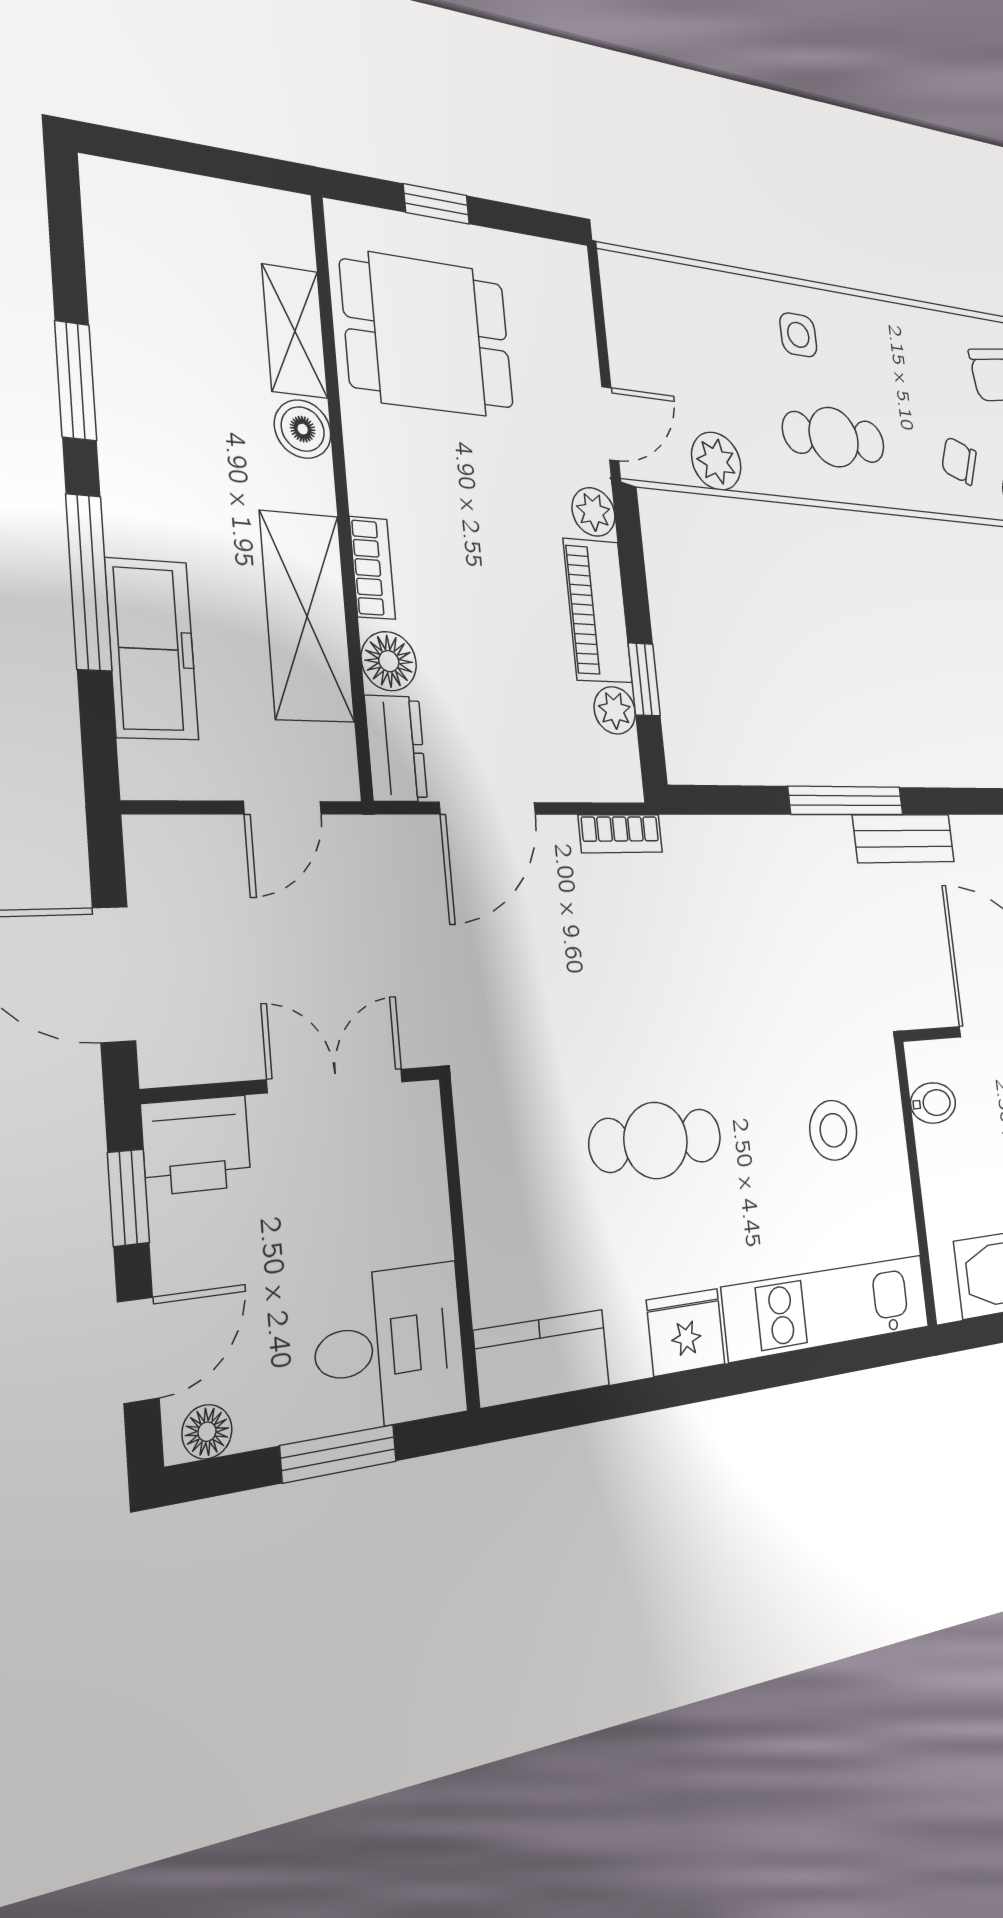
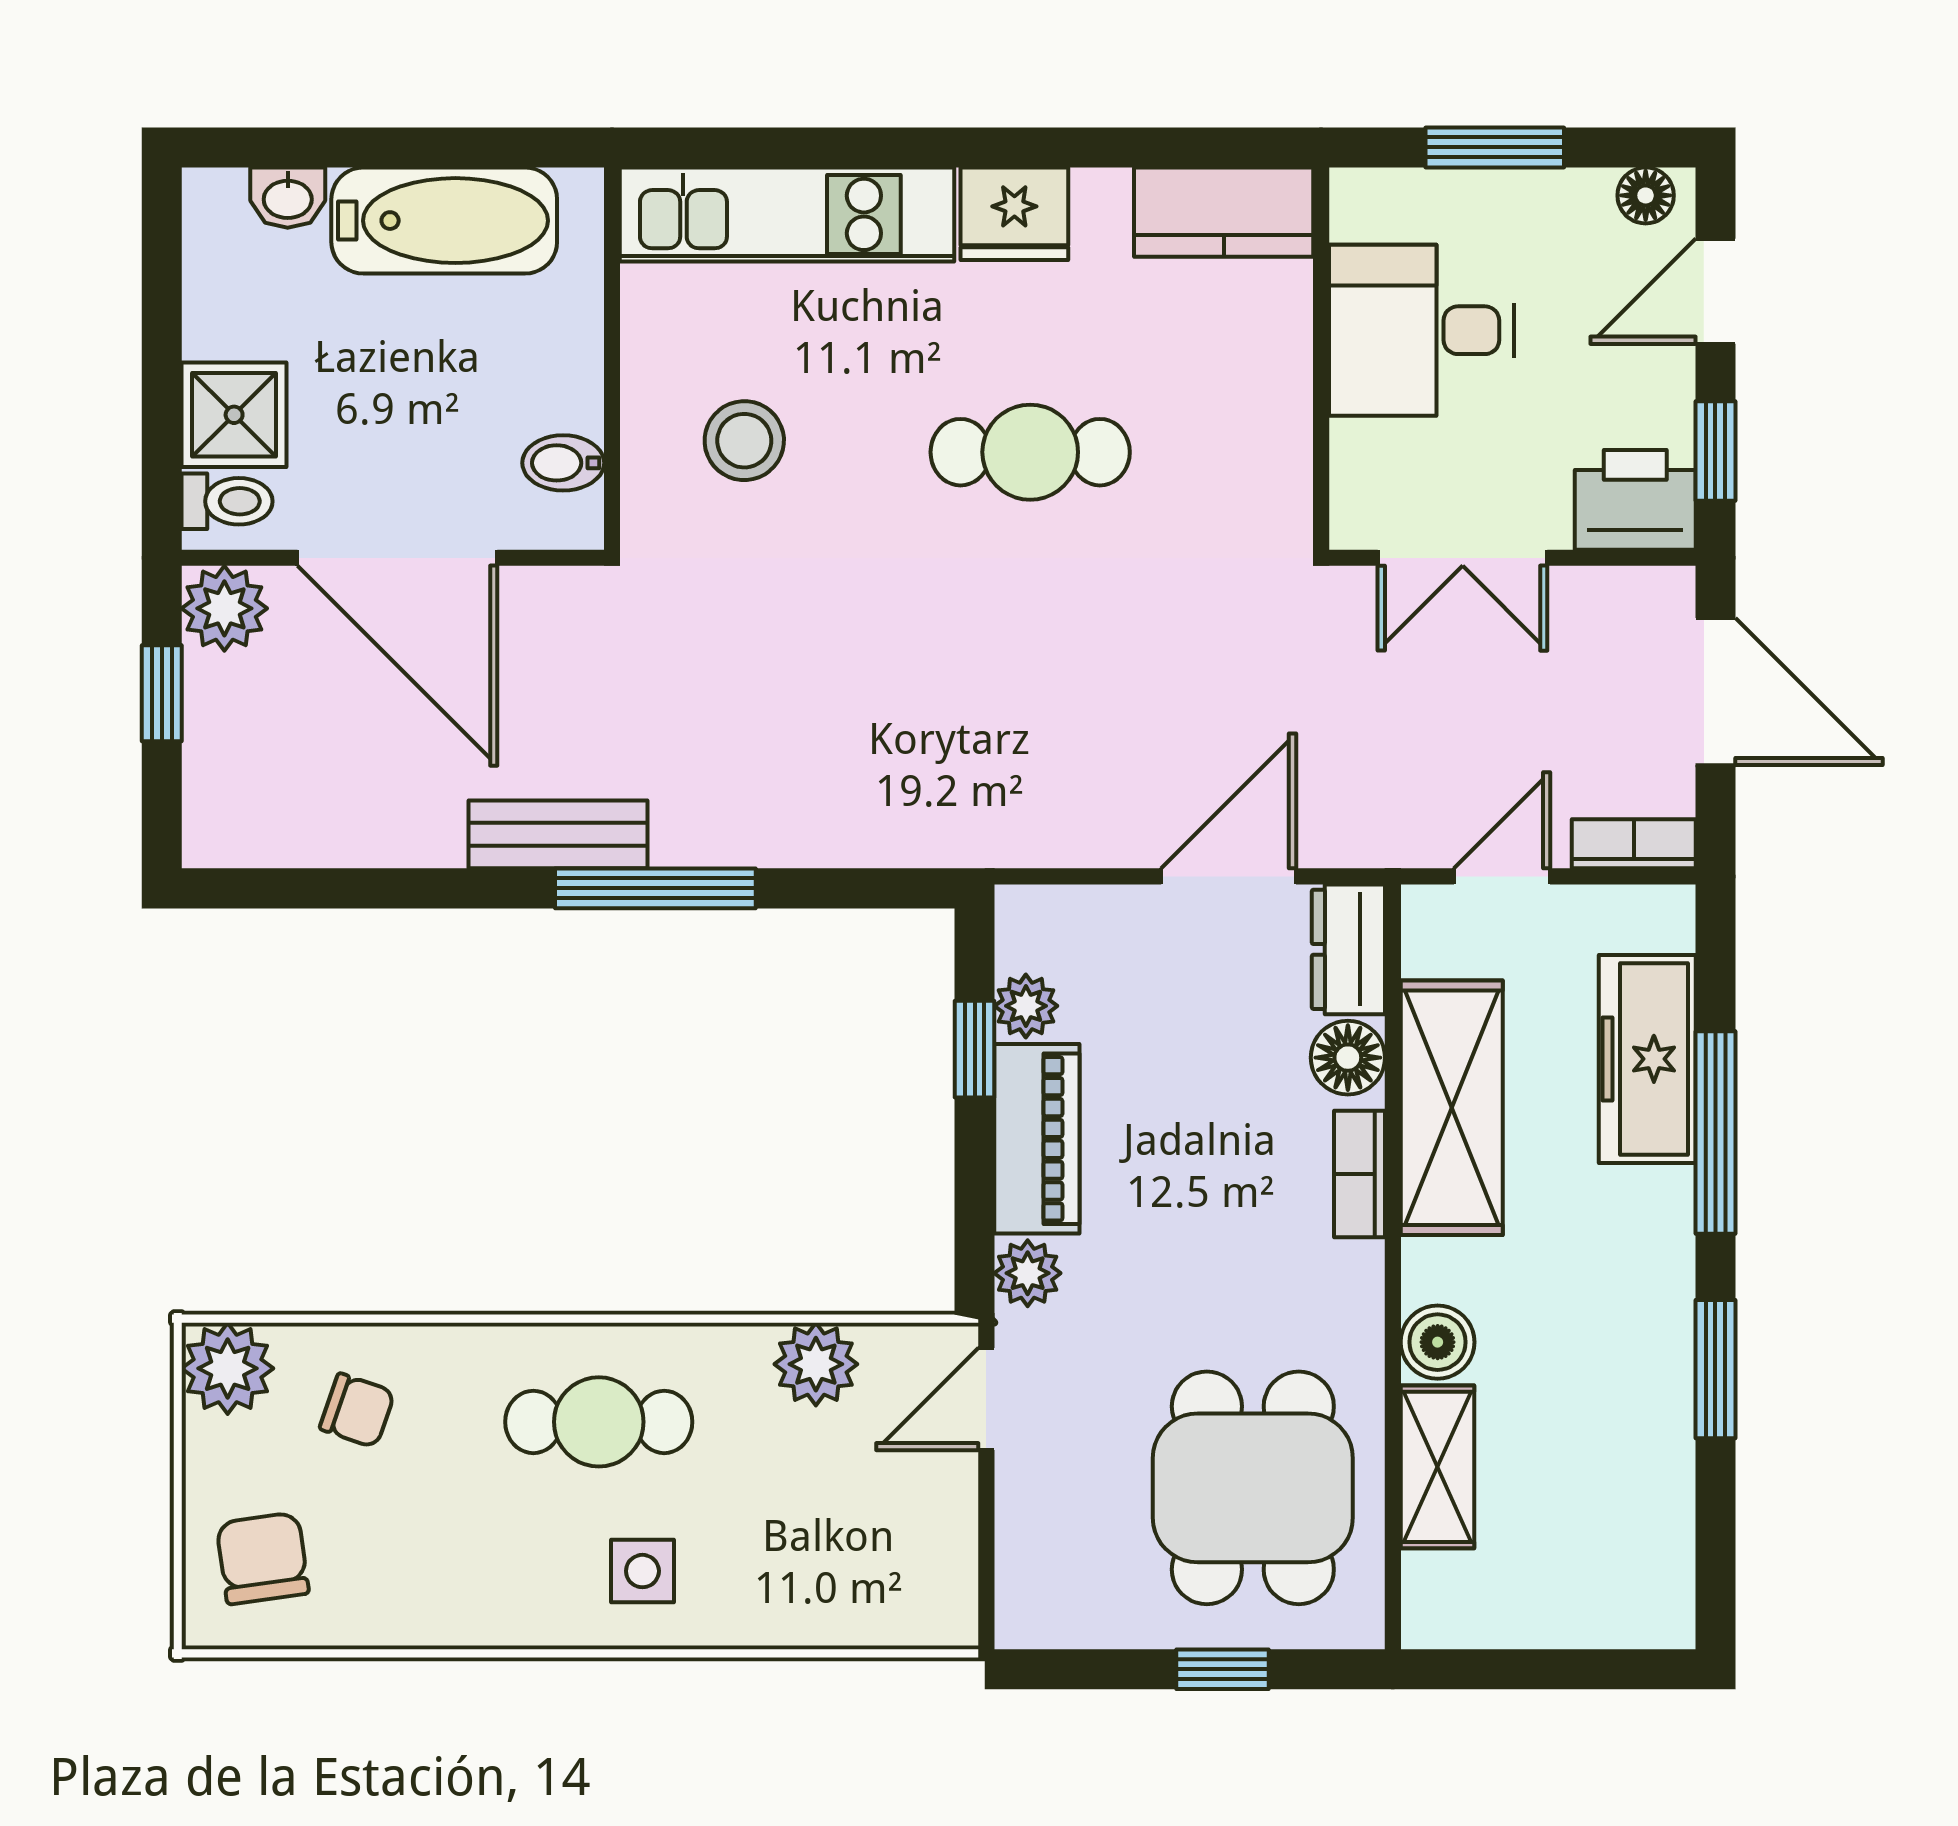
dining table: (428, 334) -> (1253, 1488), turned 90
bookcase: (621, 834) -> (1634, 844), moved
desk: (390, 1347) -> (1421, 330), moved

